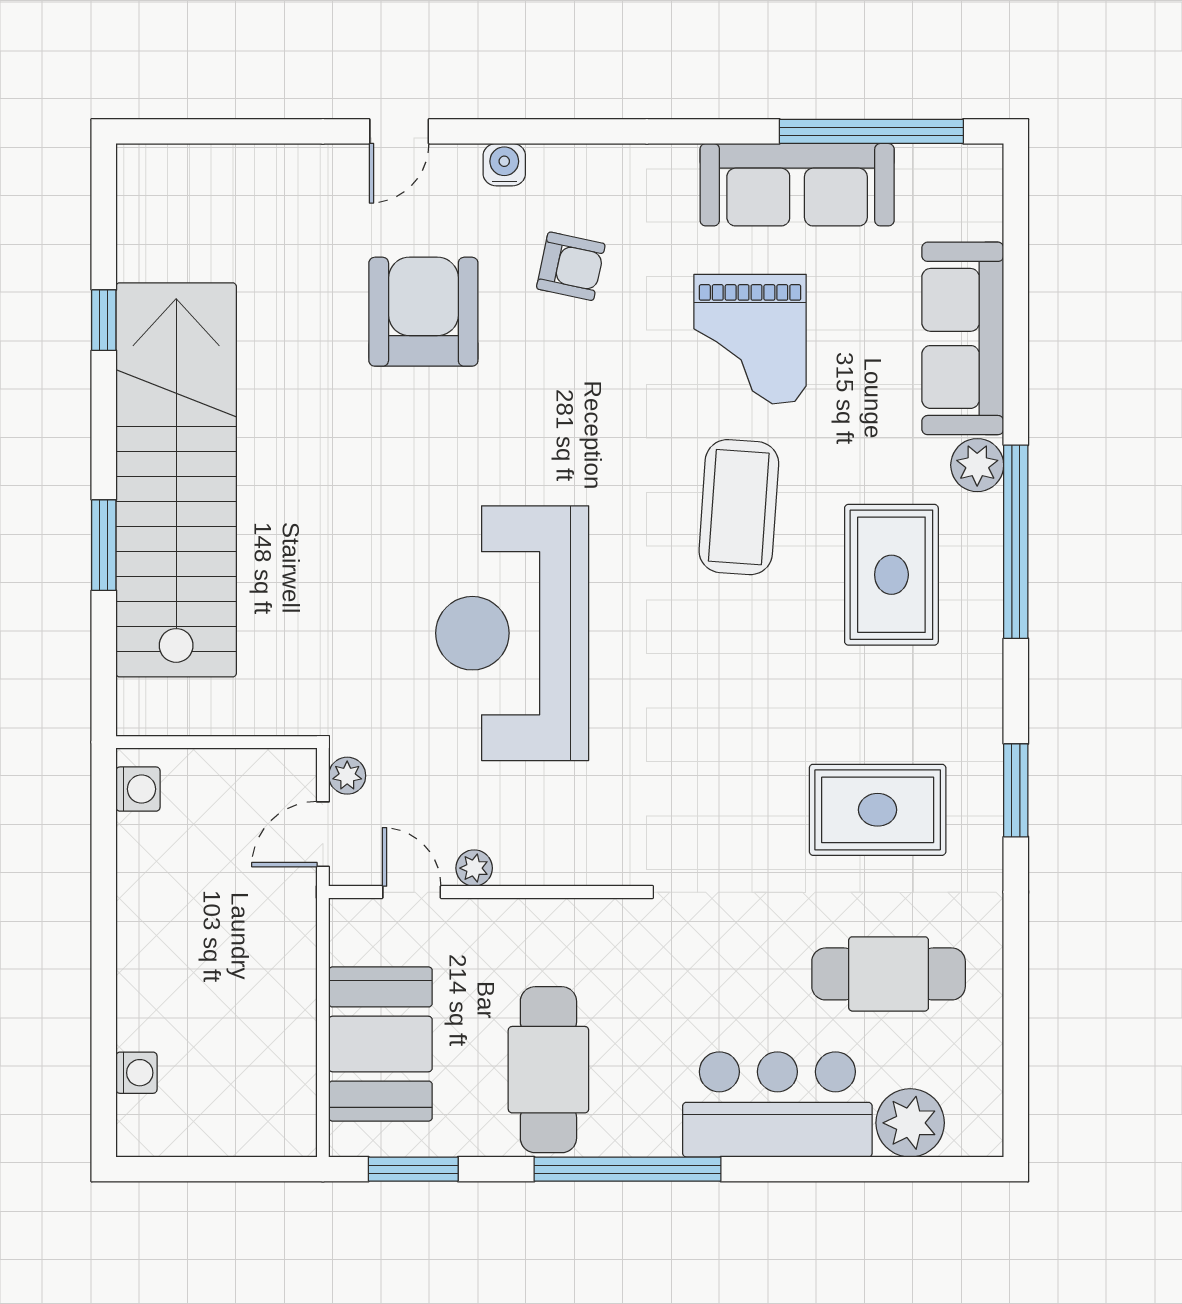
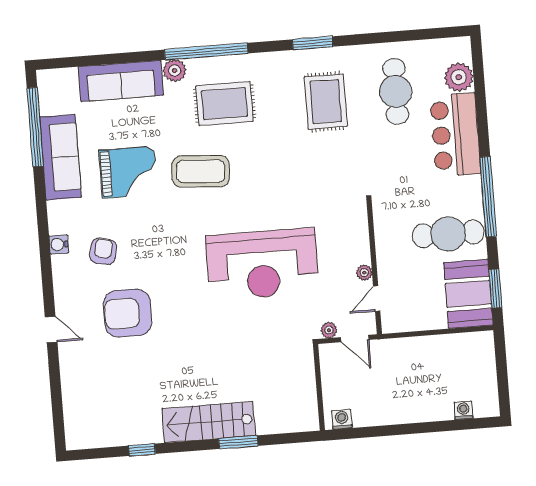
water cooler: (504, 165) -> (59, 244), moved
stairs: (176, 480) -> (209, 422), width x0.54, depth x0.66
booth: (380, 1044) -> (468, 294), moved, turned 90

